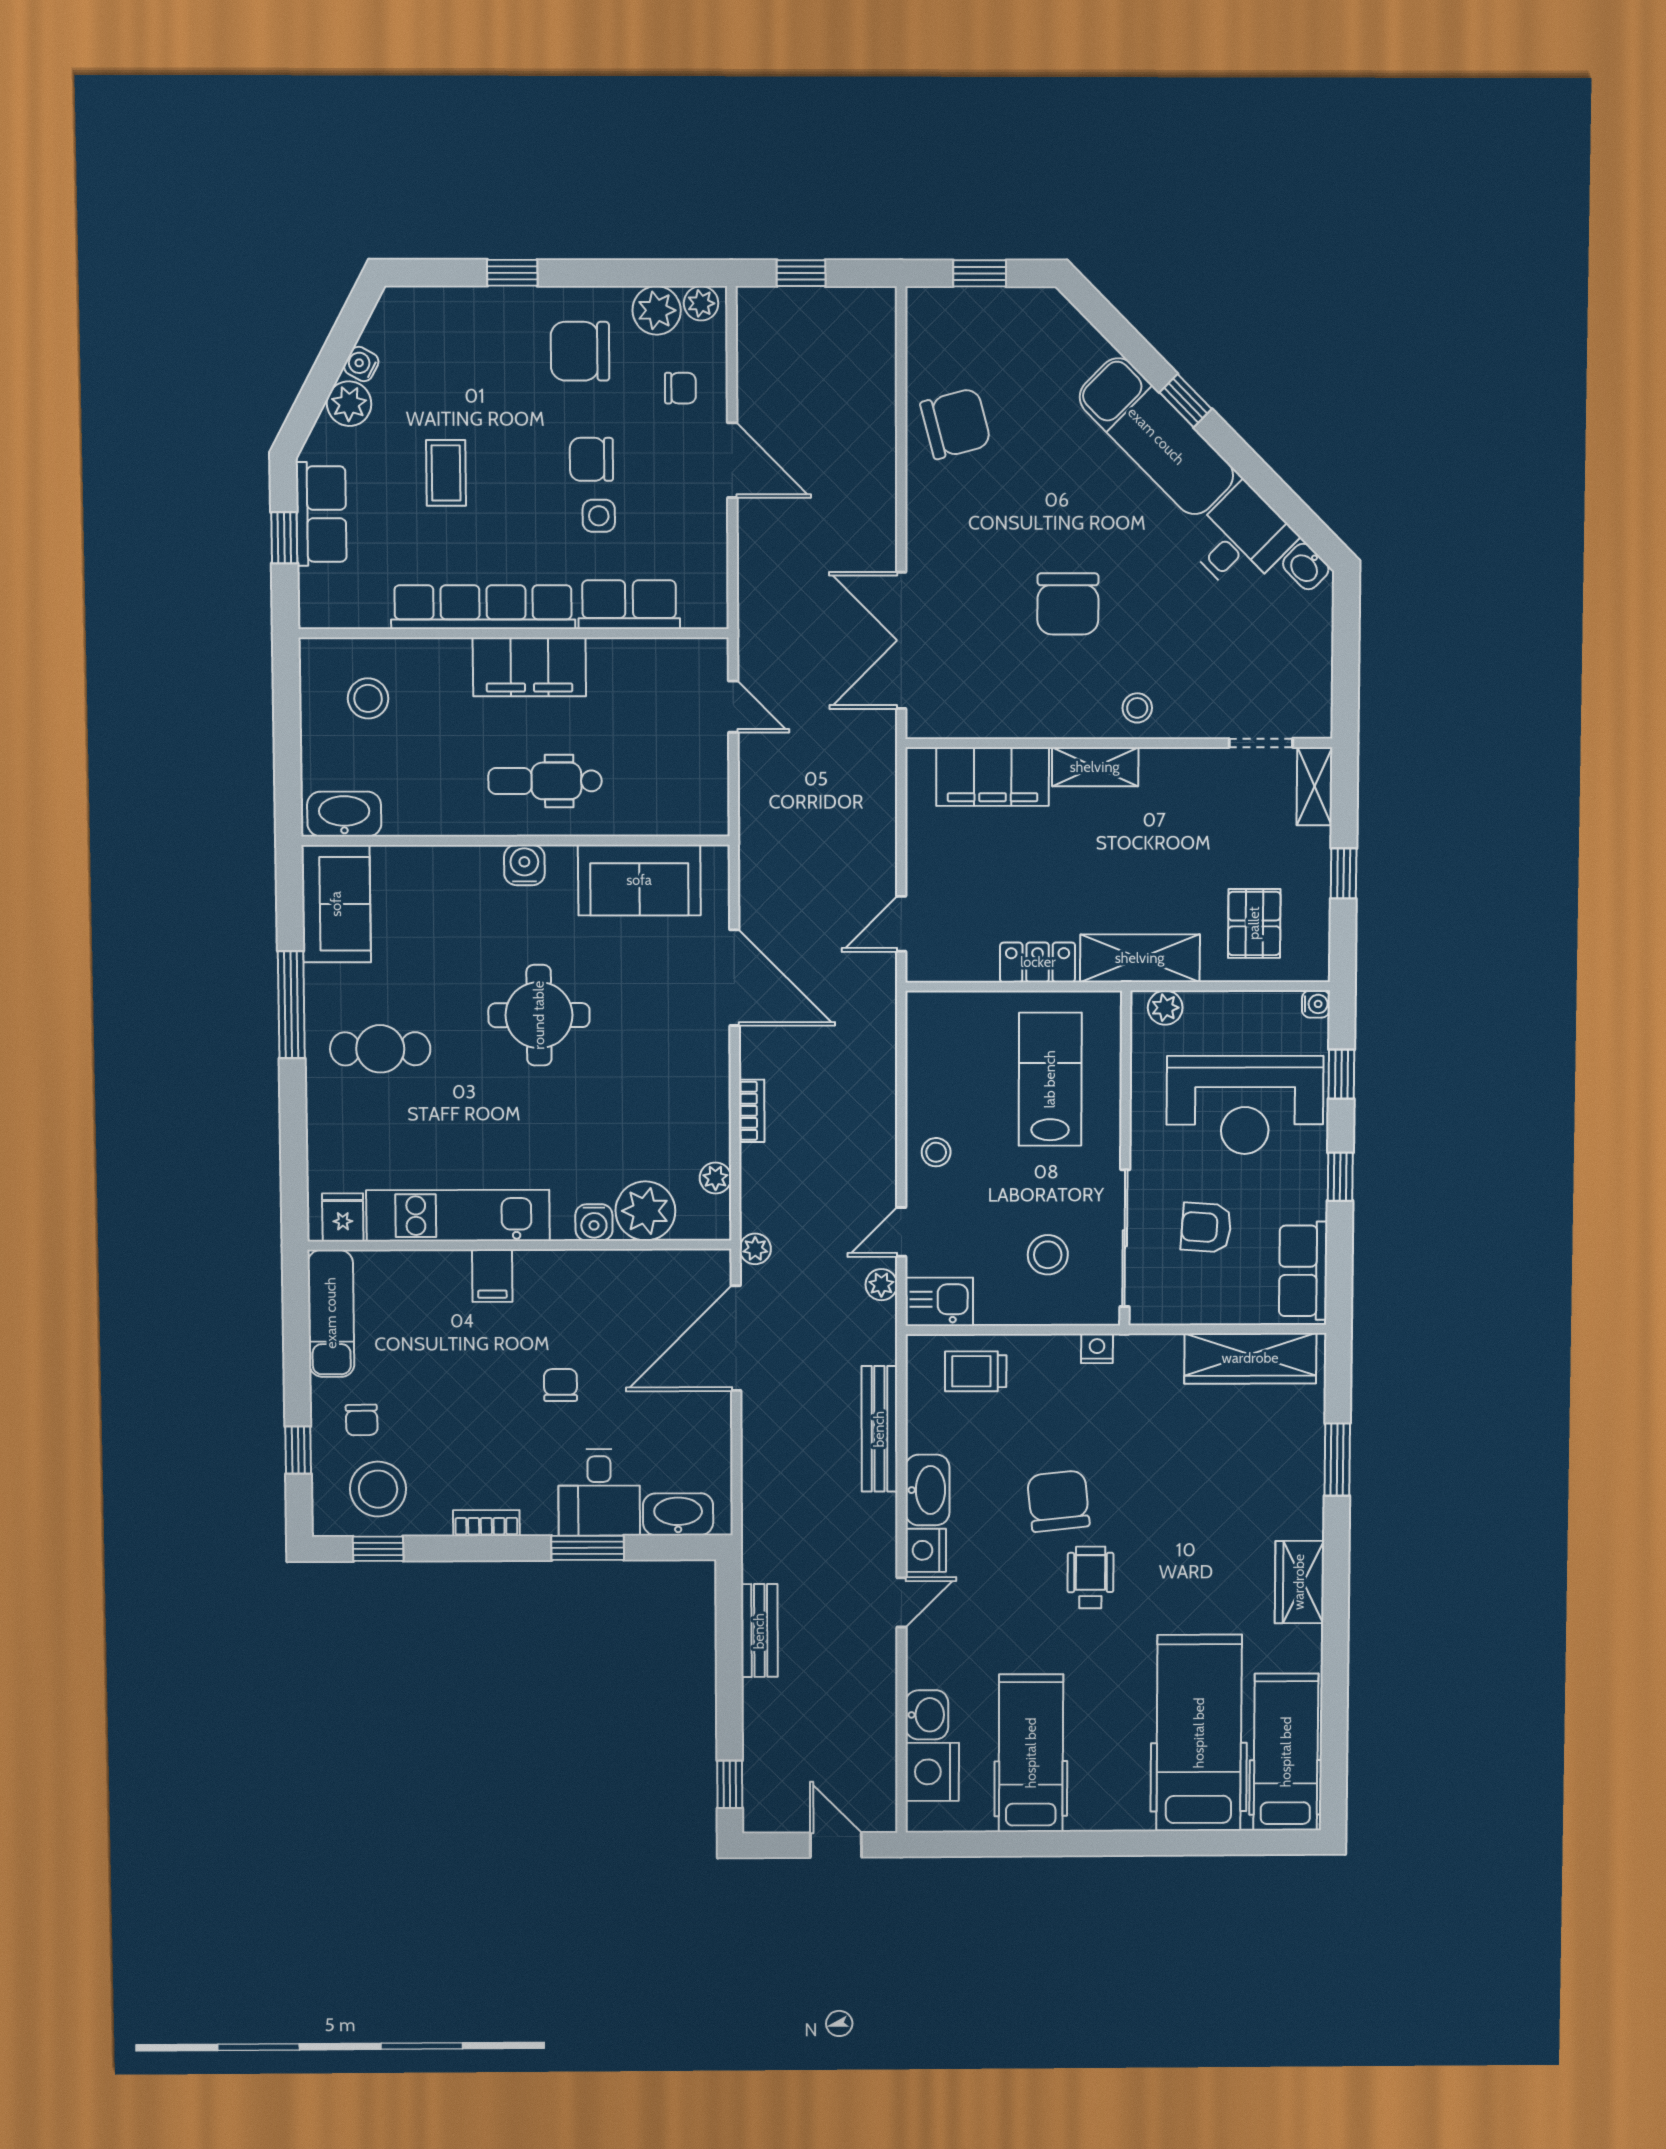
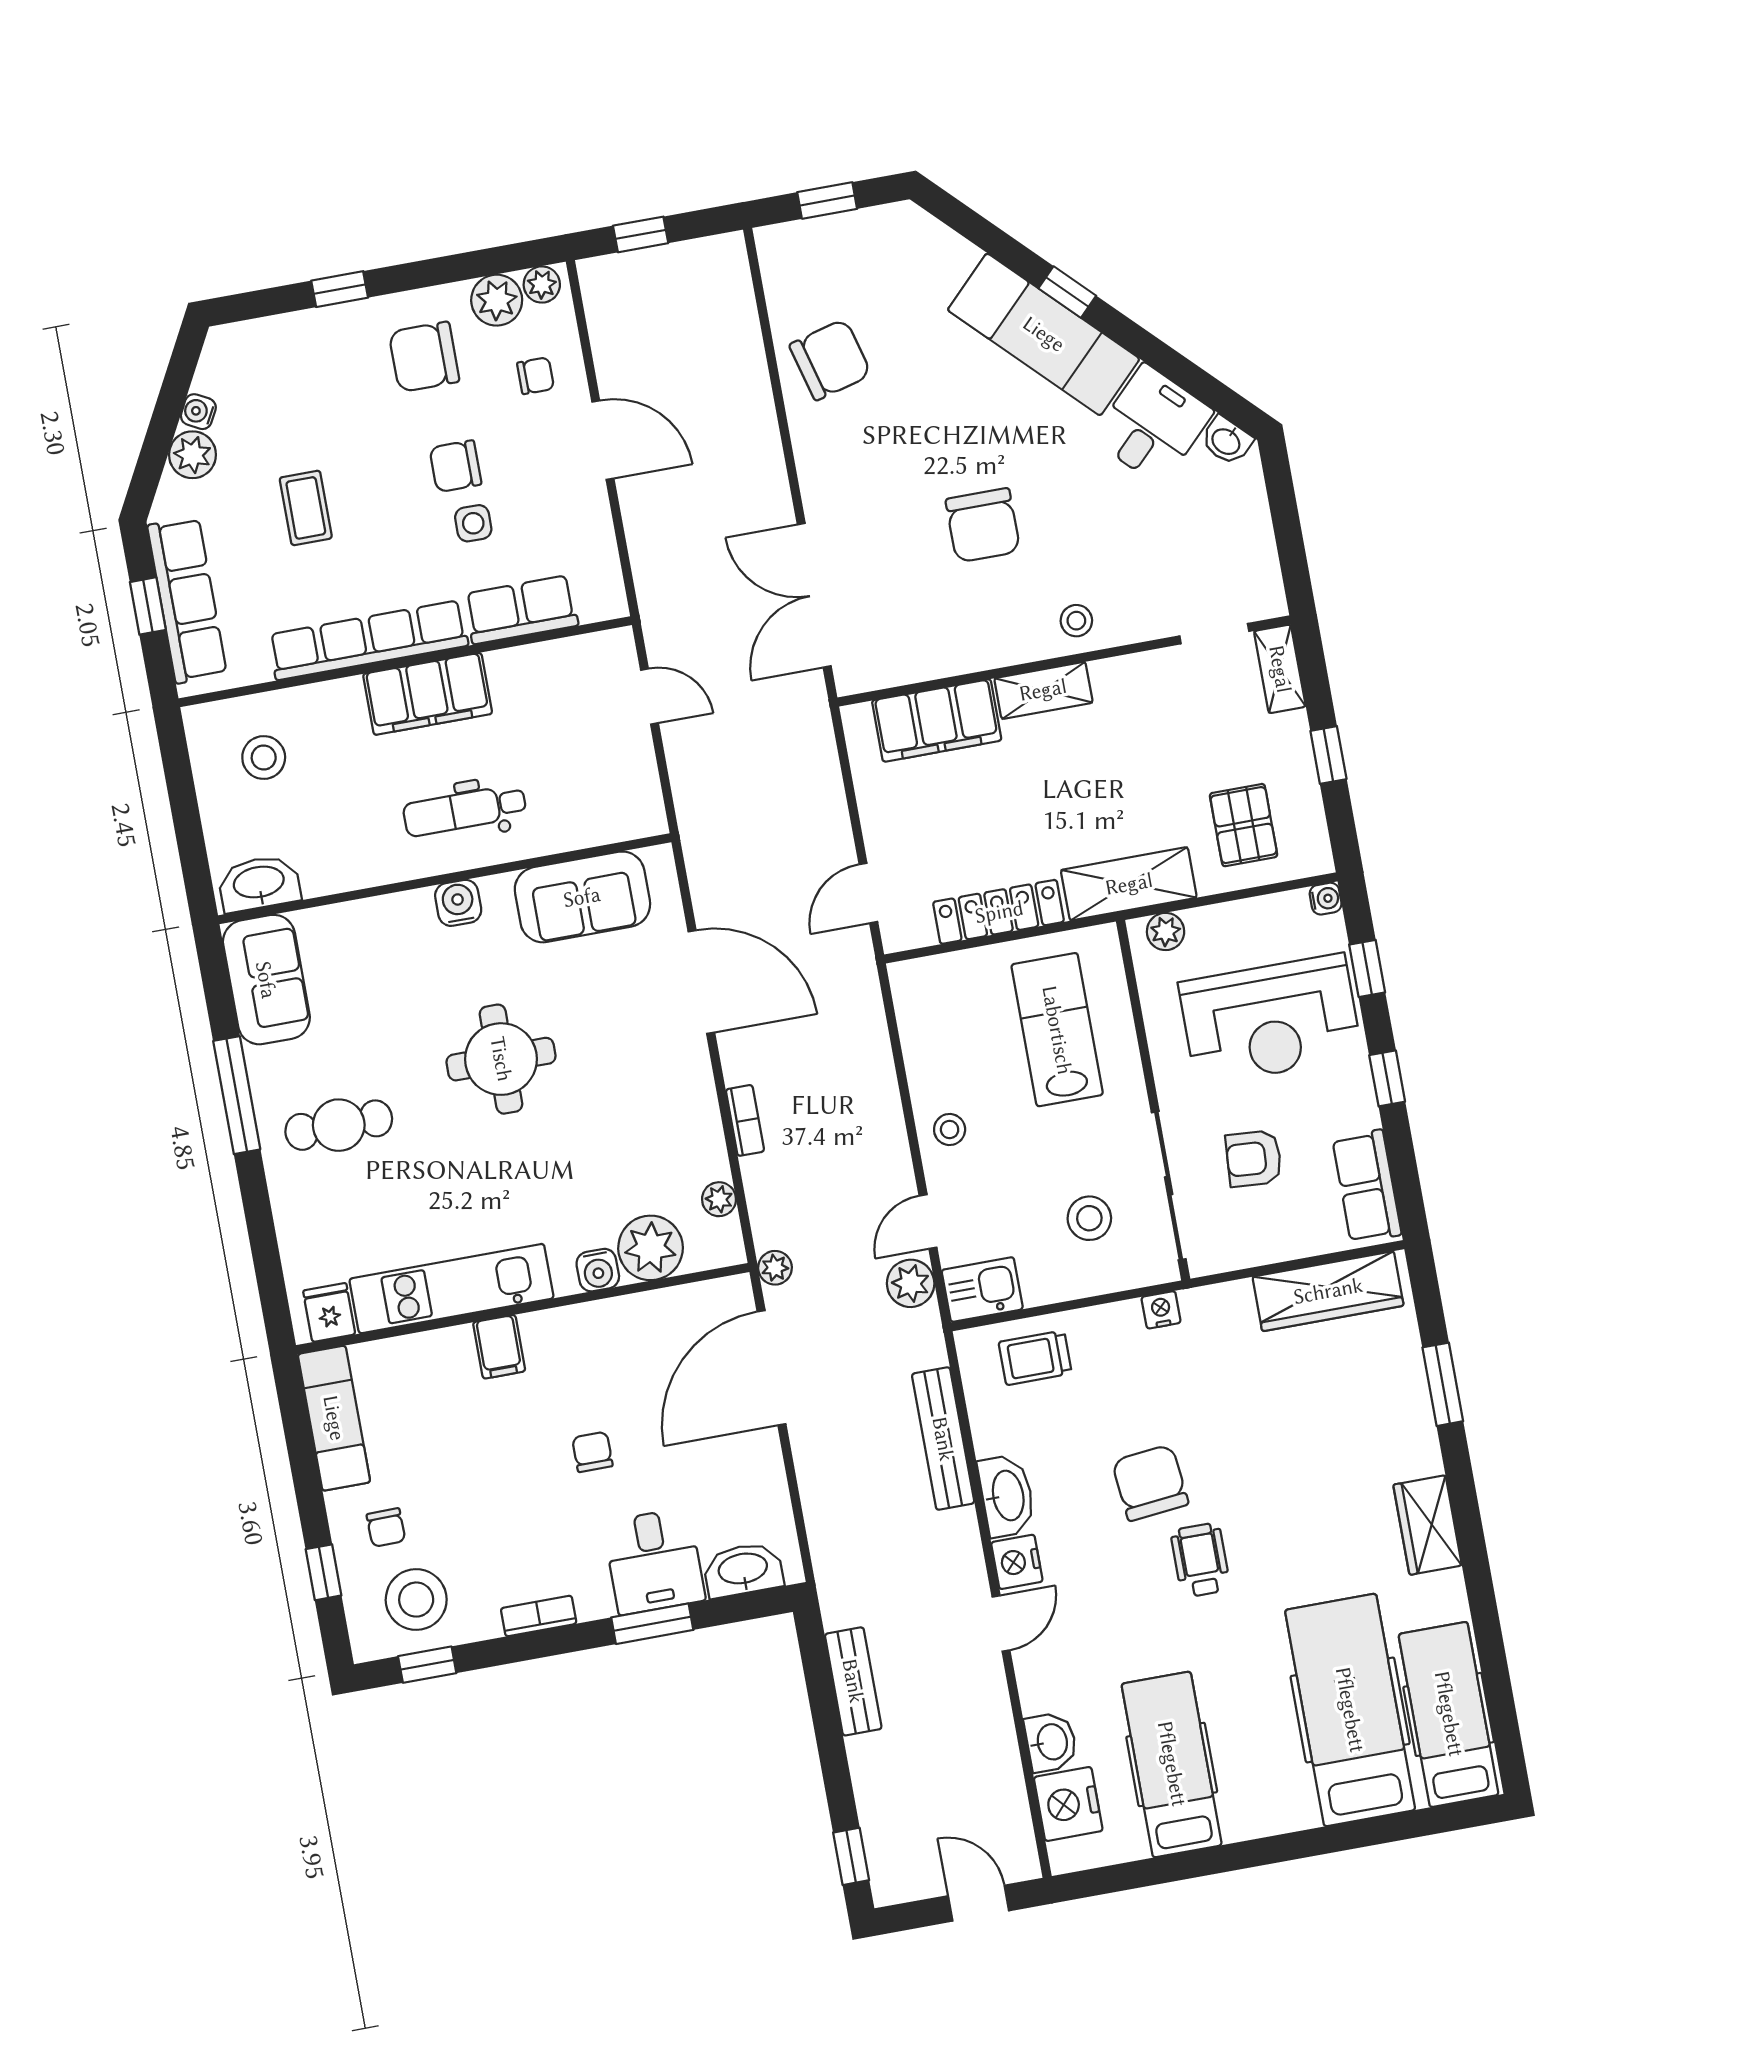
row of seats: (321, 514) -> (187, 600), width x1.48
locker: (1038, 962) -> (999, 912), width x1.53
plant: (881, 1285) -> (911, 1283), width x1.38, depth x1.38

